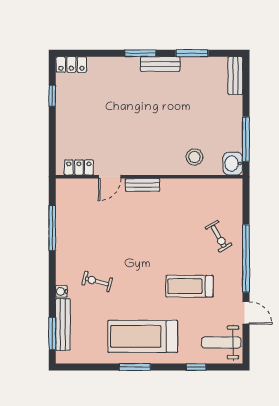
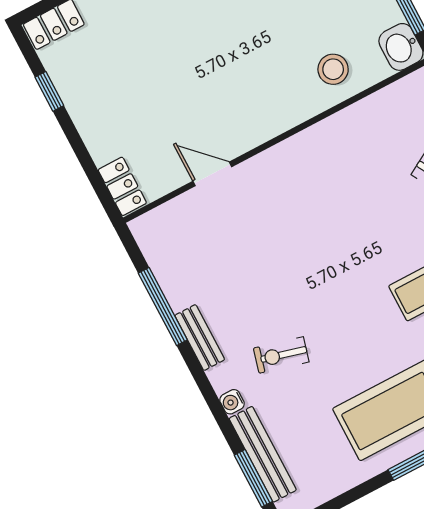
locker: (79, 167) -> (122, 186), moved, turned 90
door: (110, 177) -> (212, 174), swing flipped
bench: (143, 185) -> (200, 338), moved, turned 90

